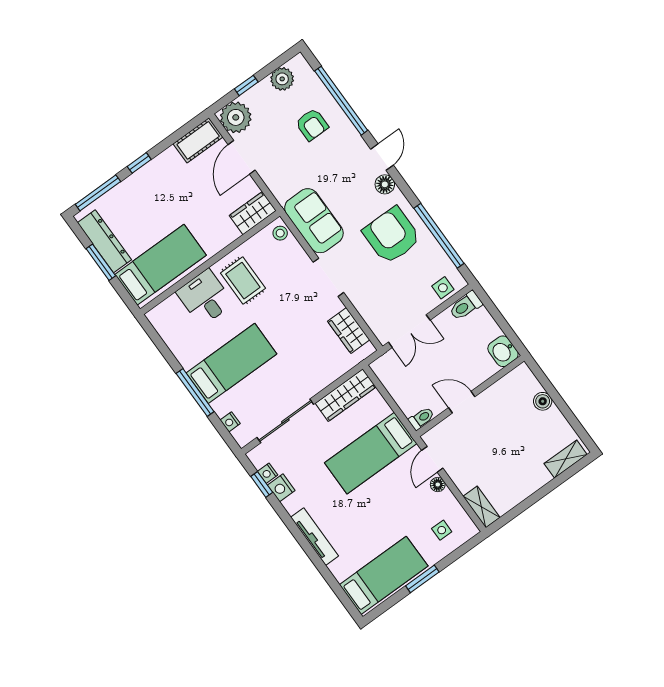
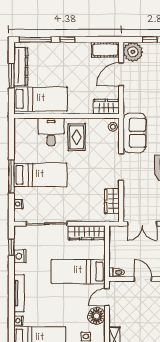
nightstand: (268, 473) -> (18, 321), moved
floor lamp: (438, 485) -> (96, 316), width x1.89, depth x1.89

